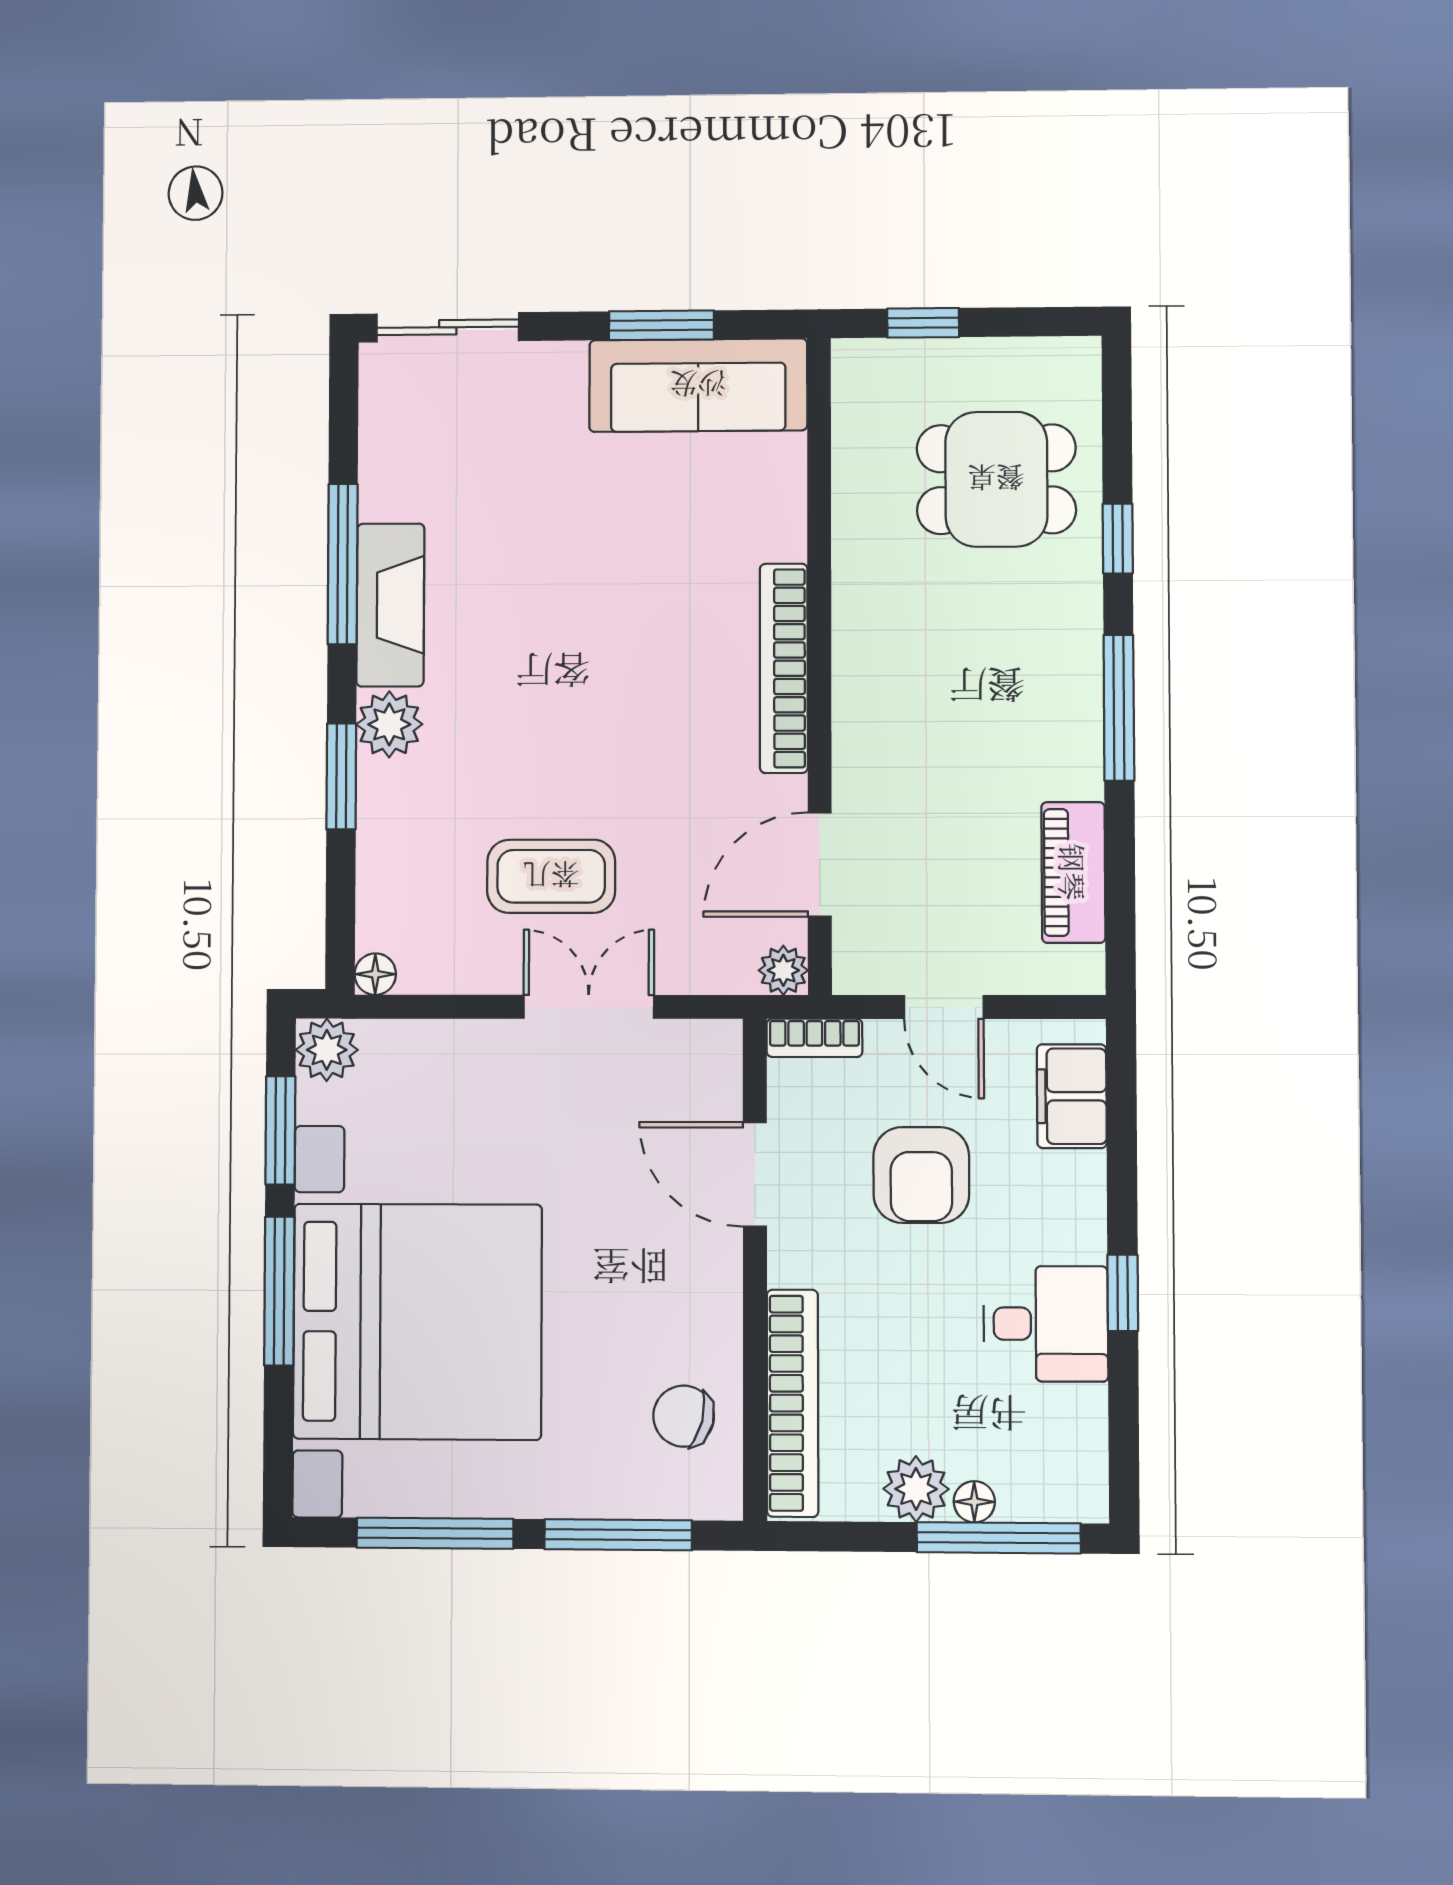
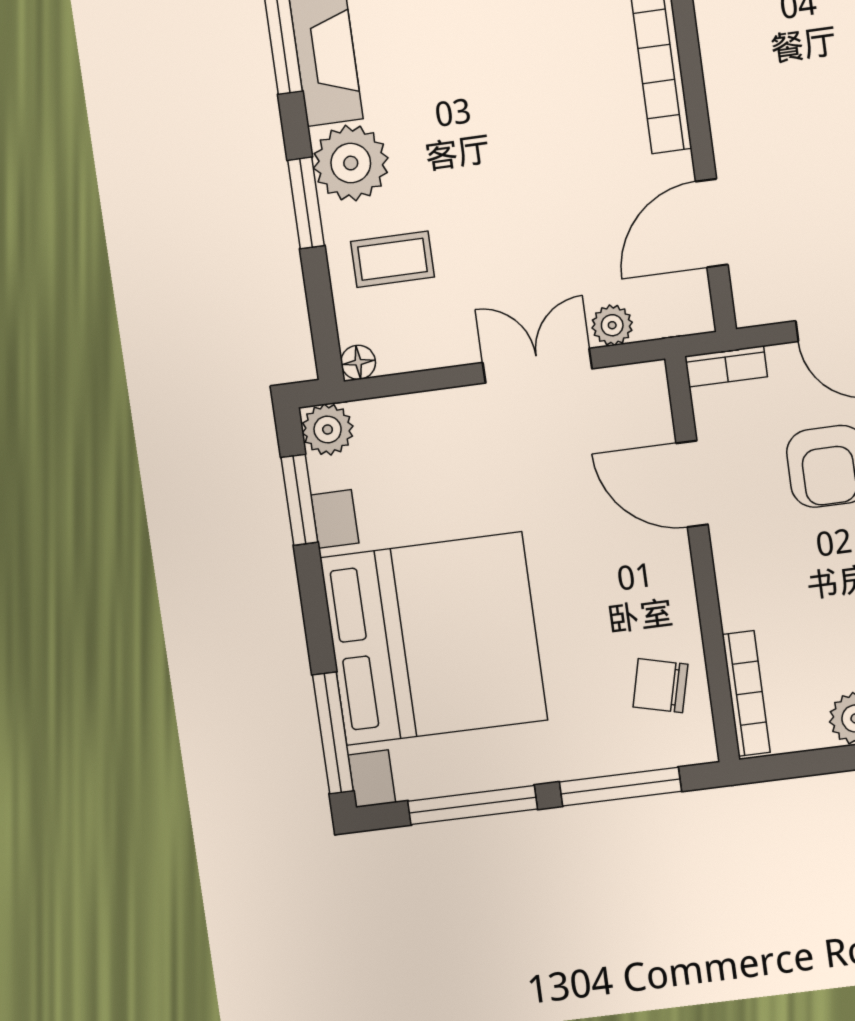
plant: (389, 724) -> (351, 163), width x1.36, depth x1.36
coffee table: (551, 876) -> (393, 259), moved, width x0.73, depth x0.77
plant: (783, 970) -> (612, 325), moved
window: (279, 1291) -> (333, 733), moved
bookcase: (793, 1403) -> (746, 693), width x0.68, depth x0.76

